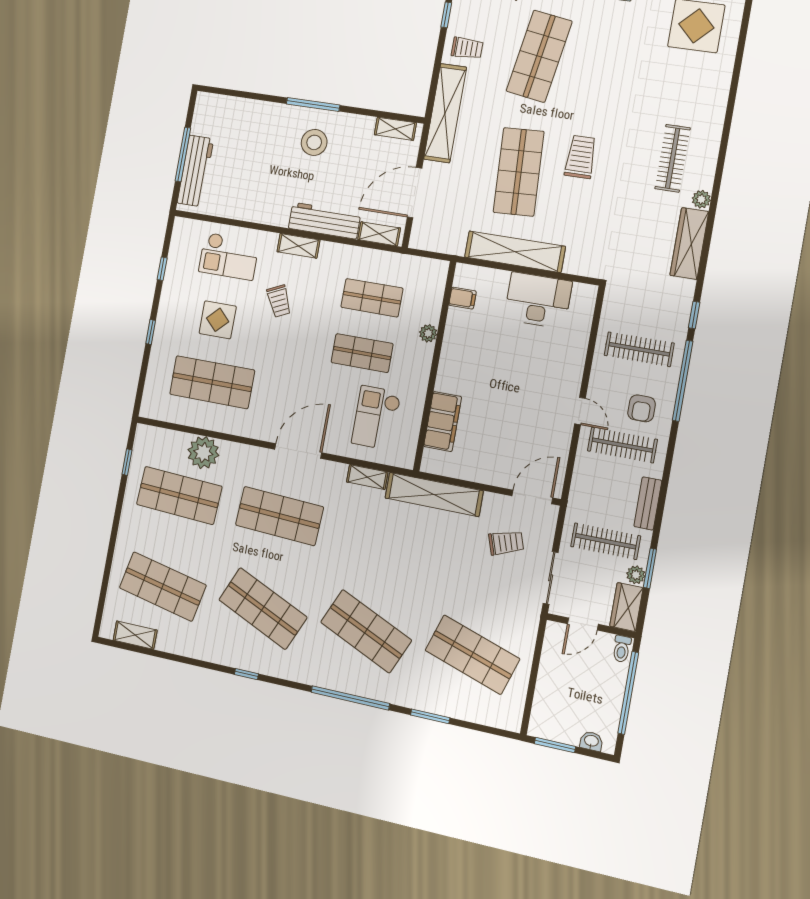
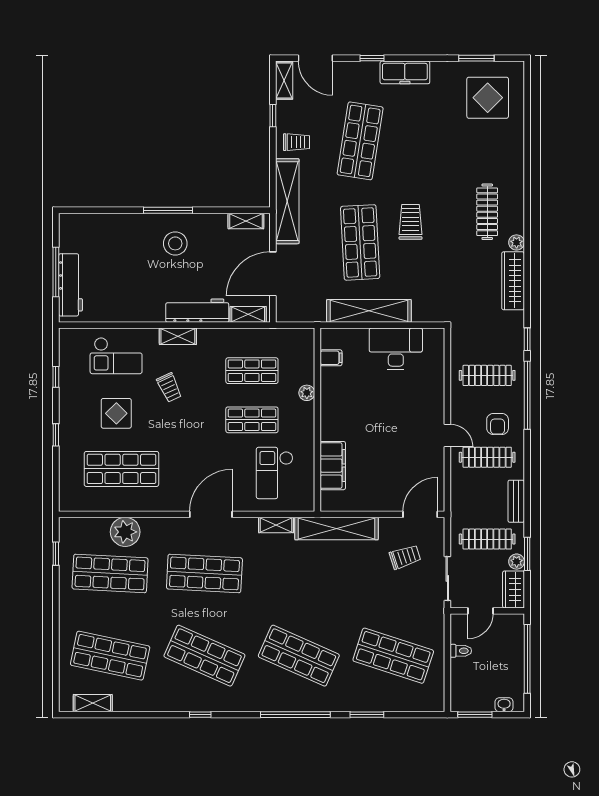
toilet: (622, 649) -> (461, 651), moved, turned -90

